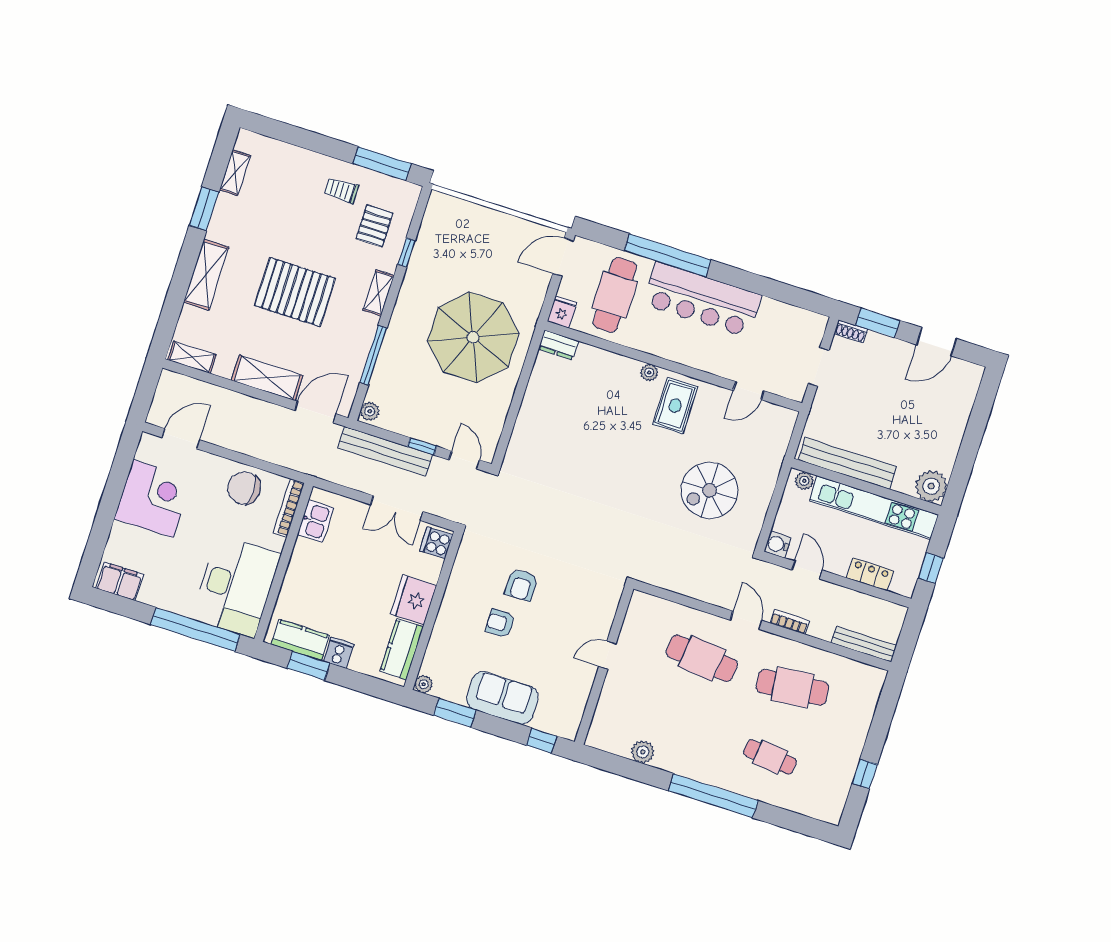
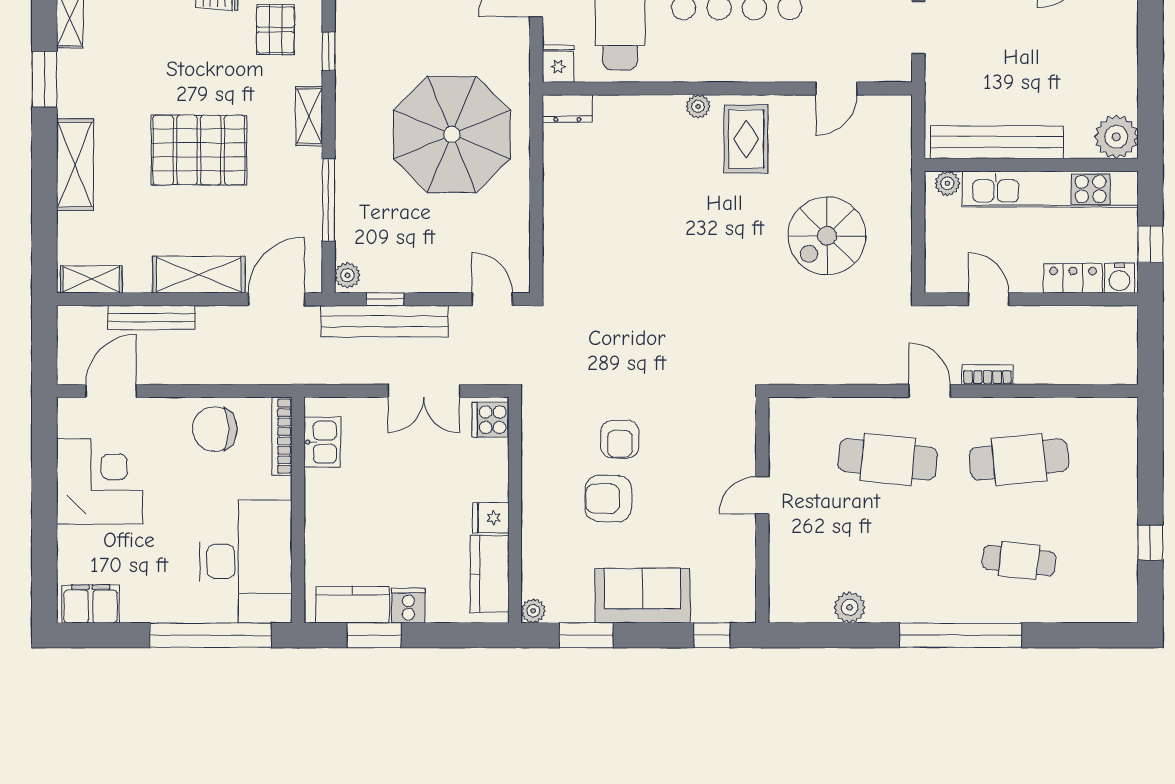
window: (422, 446) -> (385, 299), moved
water cooler: (778, 544) -> (1120, 278), moved, turned -90
fridge: (413, 600) -> (491, 518), width x0.53, depth x0.75
armchair: (500, 623) -> (608, 499), width x1.38, depth x1.38
bench: (864, 644) -> (151, 317), moved

